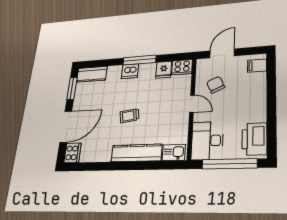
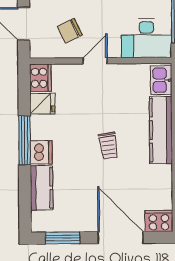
kitchen counter: (92, 74) -> (42, 188), moved

